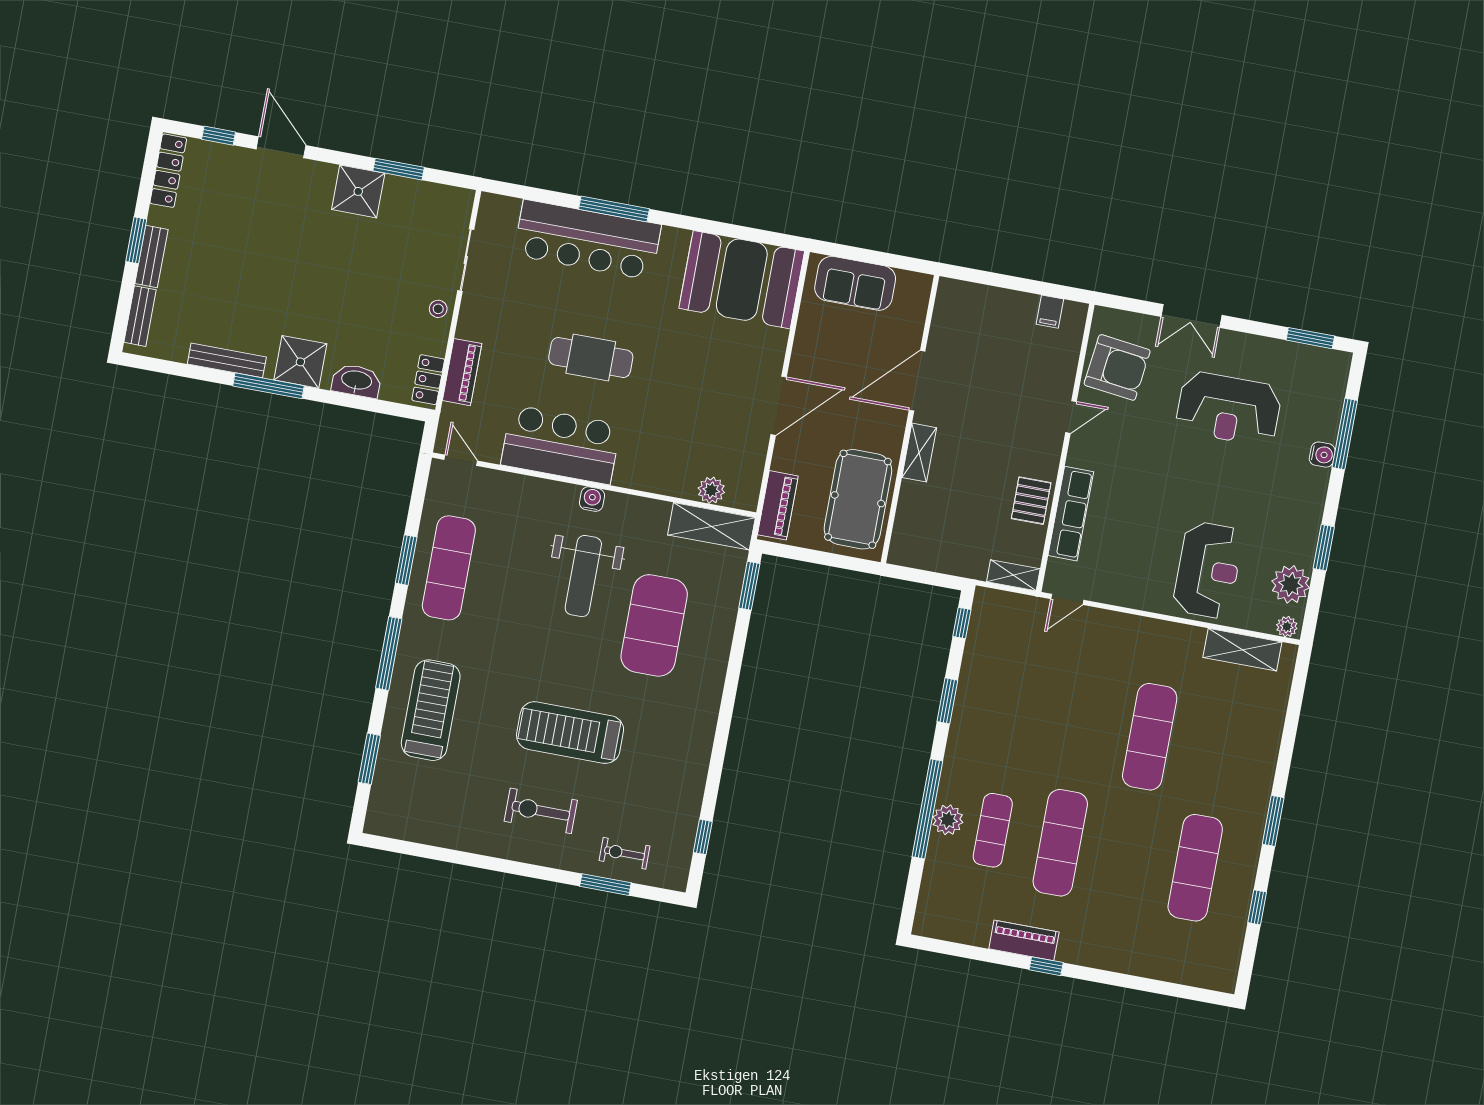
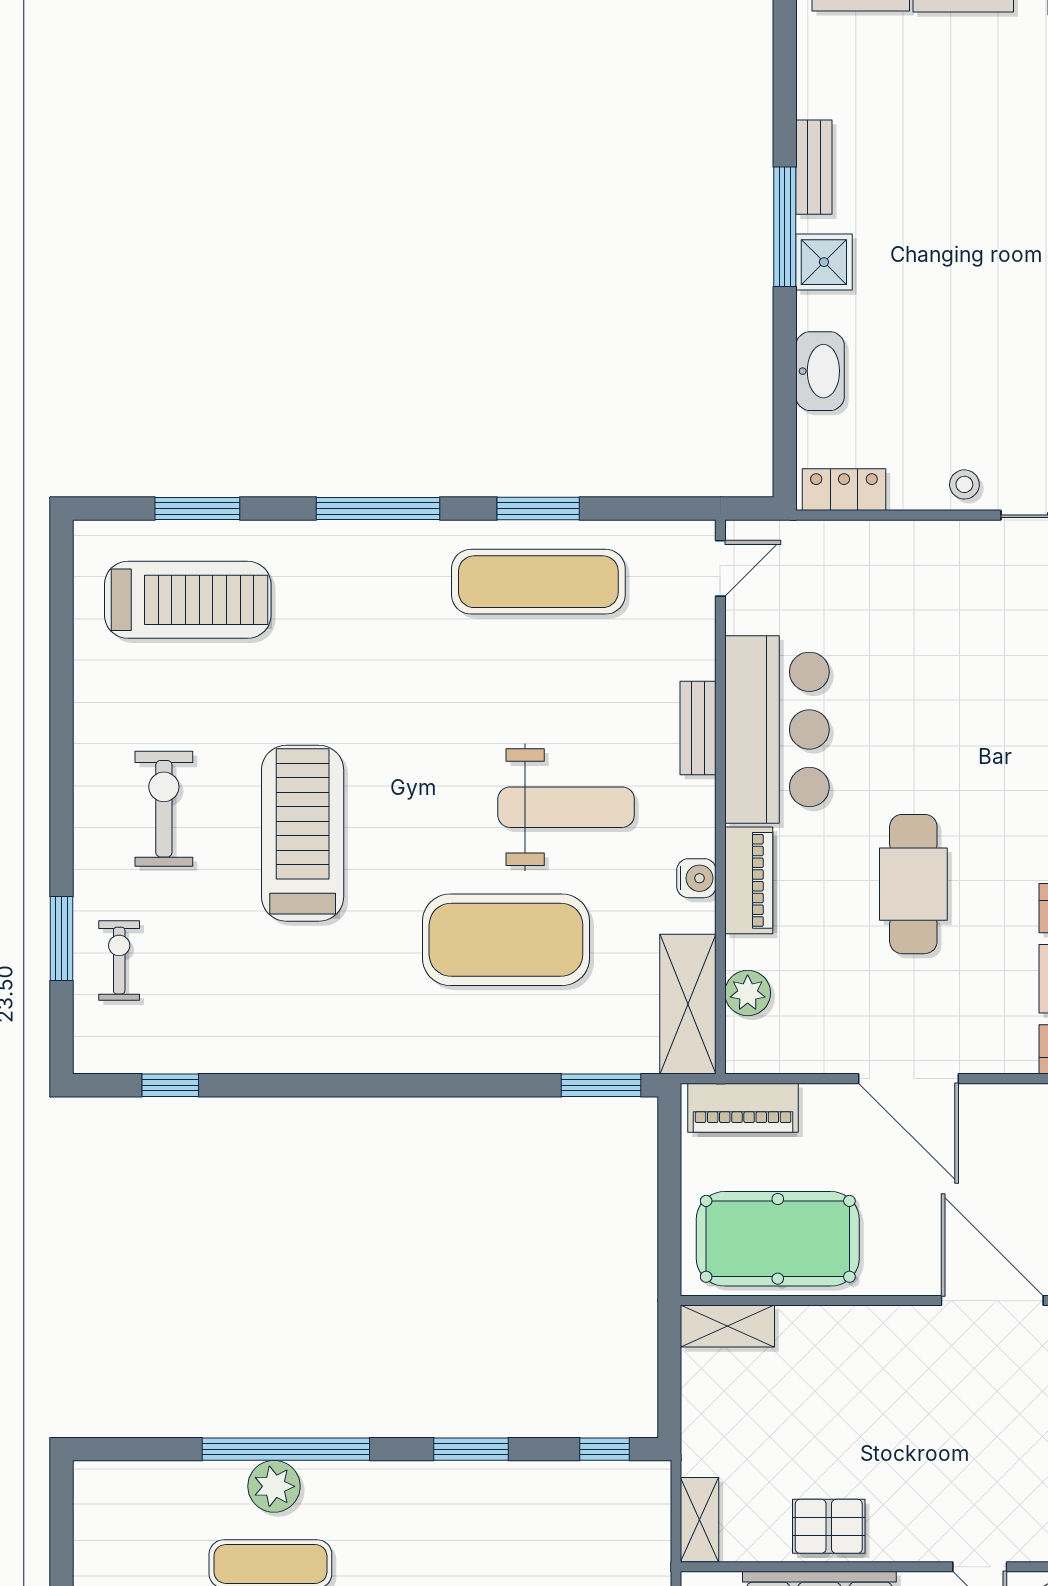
cafe table: (591, 357) -> (913, 884), moved
bench: (227, 360) -> (814, 167), width x0.73
shower: (300, 362) -> (824, 262), width x0.73, depth x0.73
piano: (462, 372) -> (749, 880), moved, turned -90
shelving: (919, 453) -> (727, 1326), moved
bench: (551, 491) -> (698, 728), added
water cooler: (592, 499) -> (696, 878), moved
weight bench: (583, 576) -> (566, 807), turned 180
treadmill: (431, 710) -> (188, 600), moved

